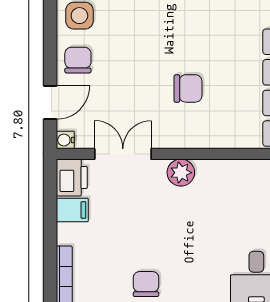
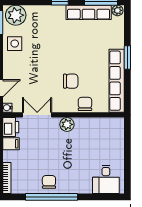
chair: (78, 60) -> (85, 104), moved

